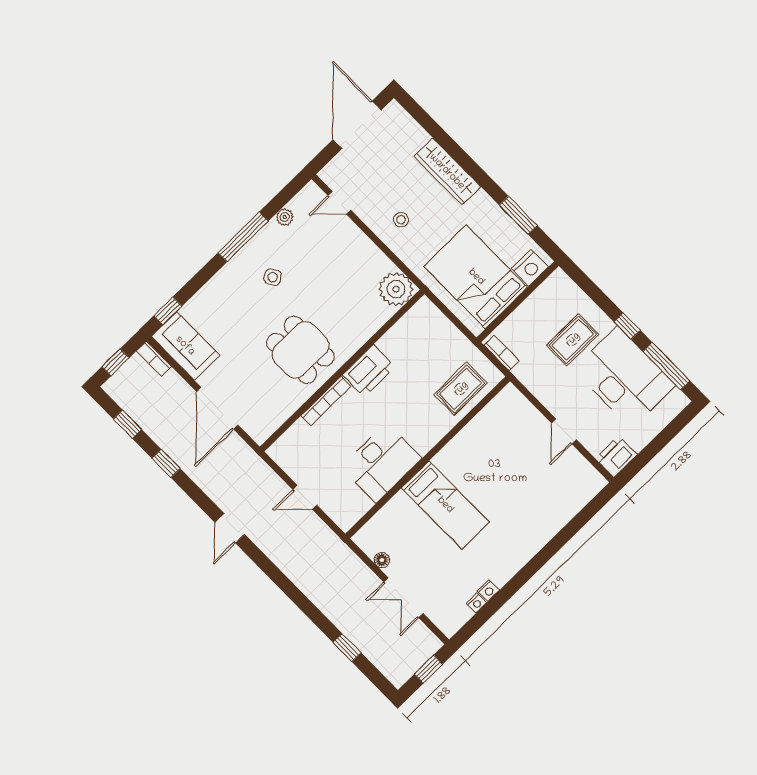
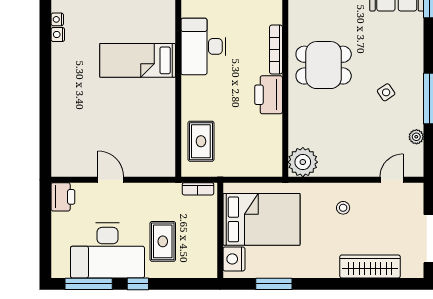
wardrobe: (447, 172) -> (370, 266), moved

